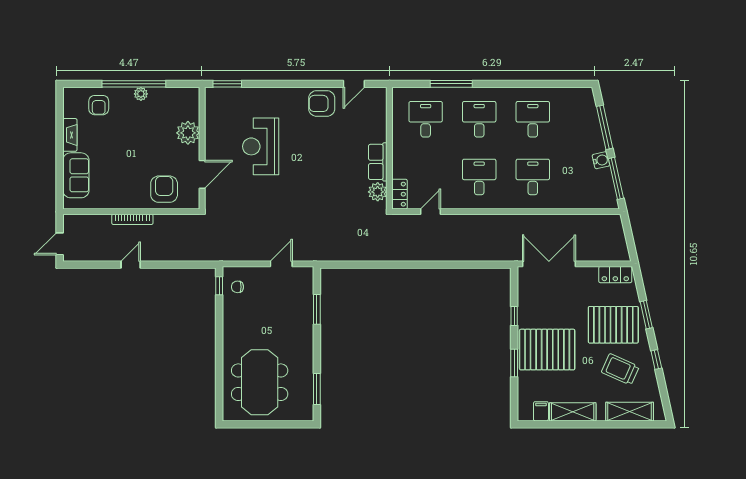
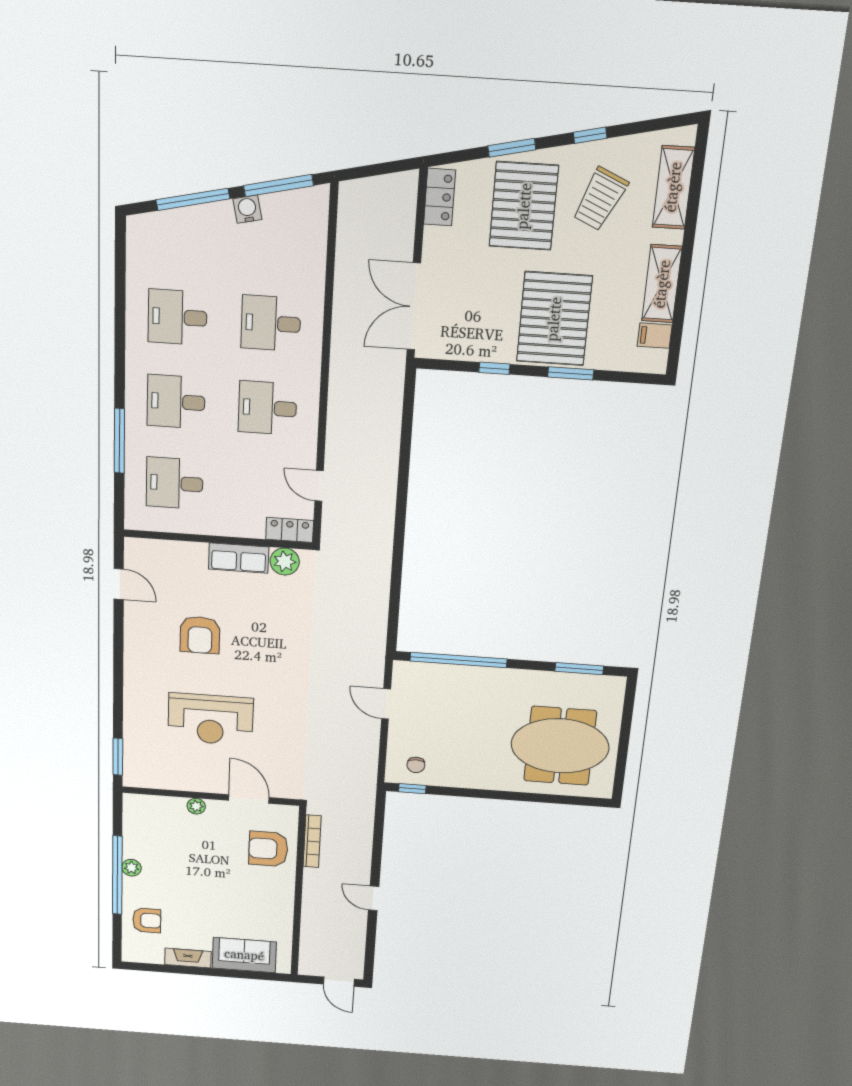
armchair: (322, 103) -> (200, 635), moved
plant: (188, 133) -> (196, 806), width x0.53, depth x0.53
bookcase: (132, 219) -> (312, 841), moved
window: (317, 309) -> (458, 660), width x2.11

